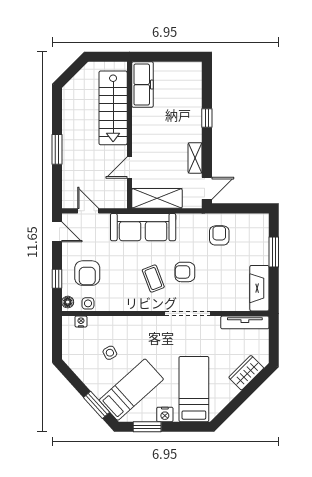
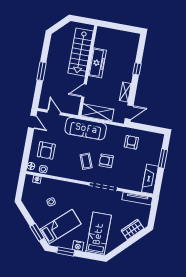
freezer: (143, 85) -> (97, 63), moved
window: (57, 279) -> (27, 151), removed

